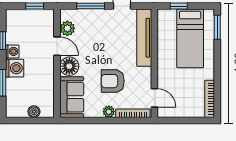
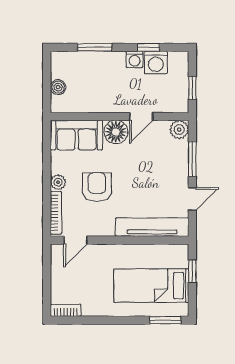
plant: (67, 28) -> (179, 130), moved
washing machine: (15, 68) -> (156, 62), moved
bookcase: (210, 99) -> (66, 310), width x0.64

